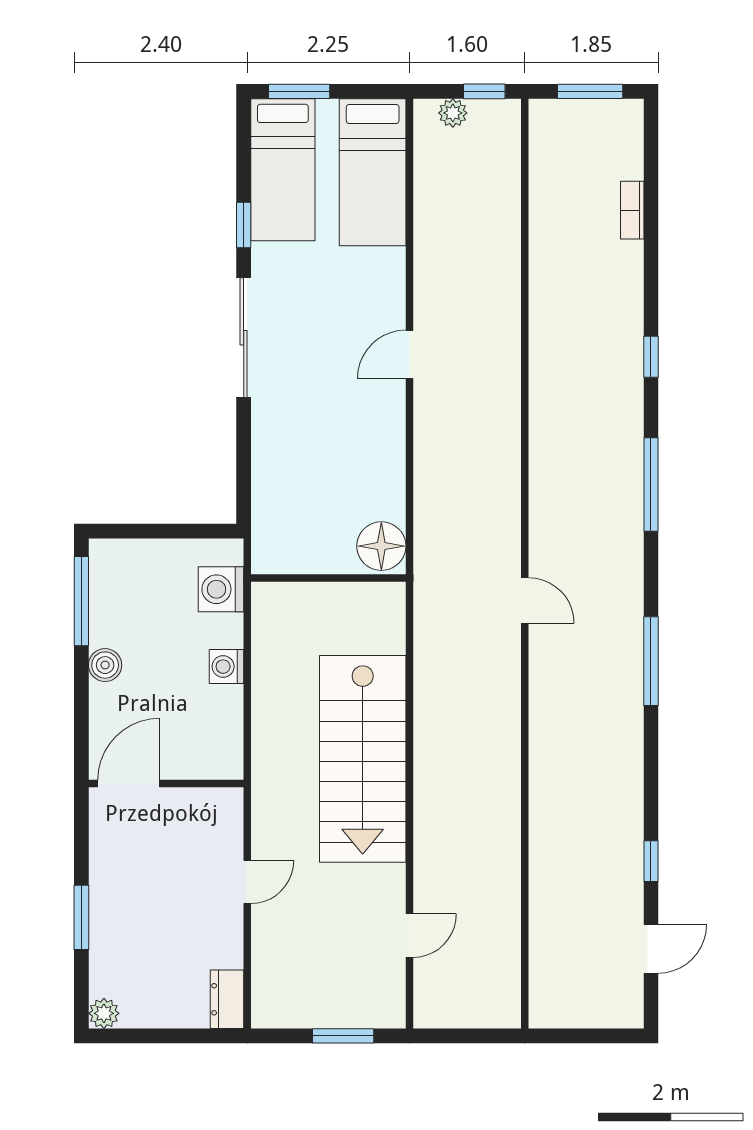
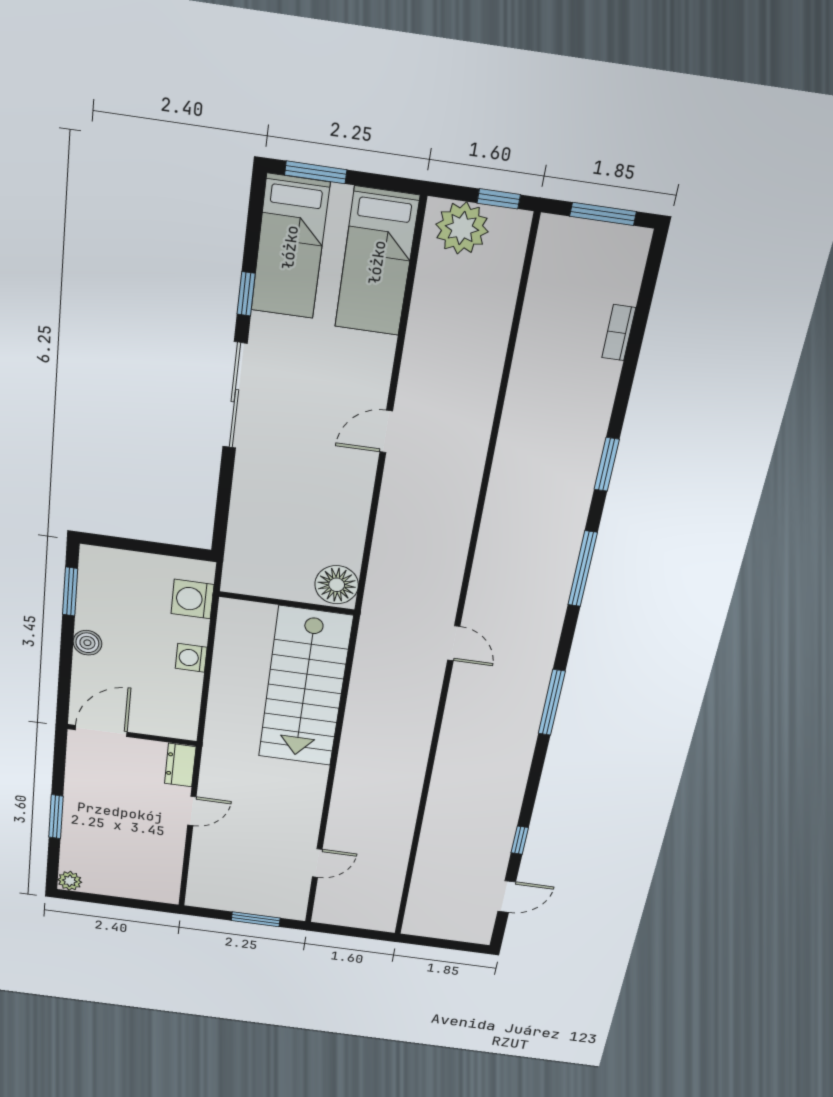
plant: (453, 113) -> (462, 228), width x1.88, depth x1.88
window: (651, 357) -> (607, 464), width x1.50
window: (81, 601) -> (70, 592), width x0.69
stairs: (363, 759) -> (305, 687), moved
dresser: (227, 999) -> (180, 765), moved

